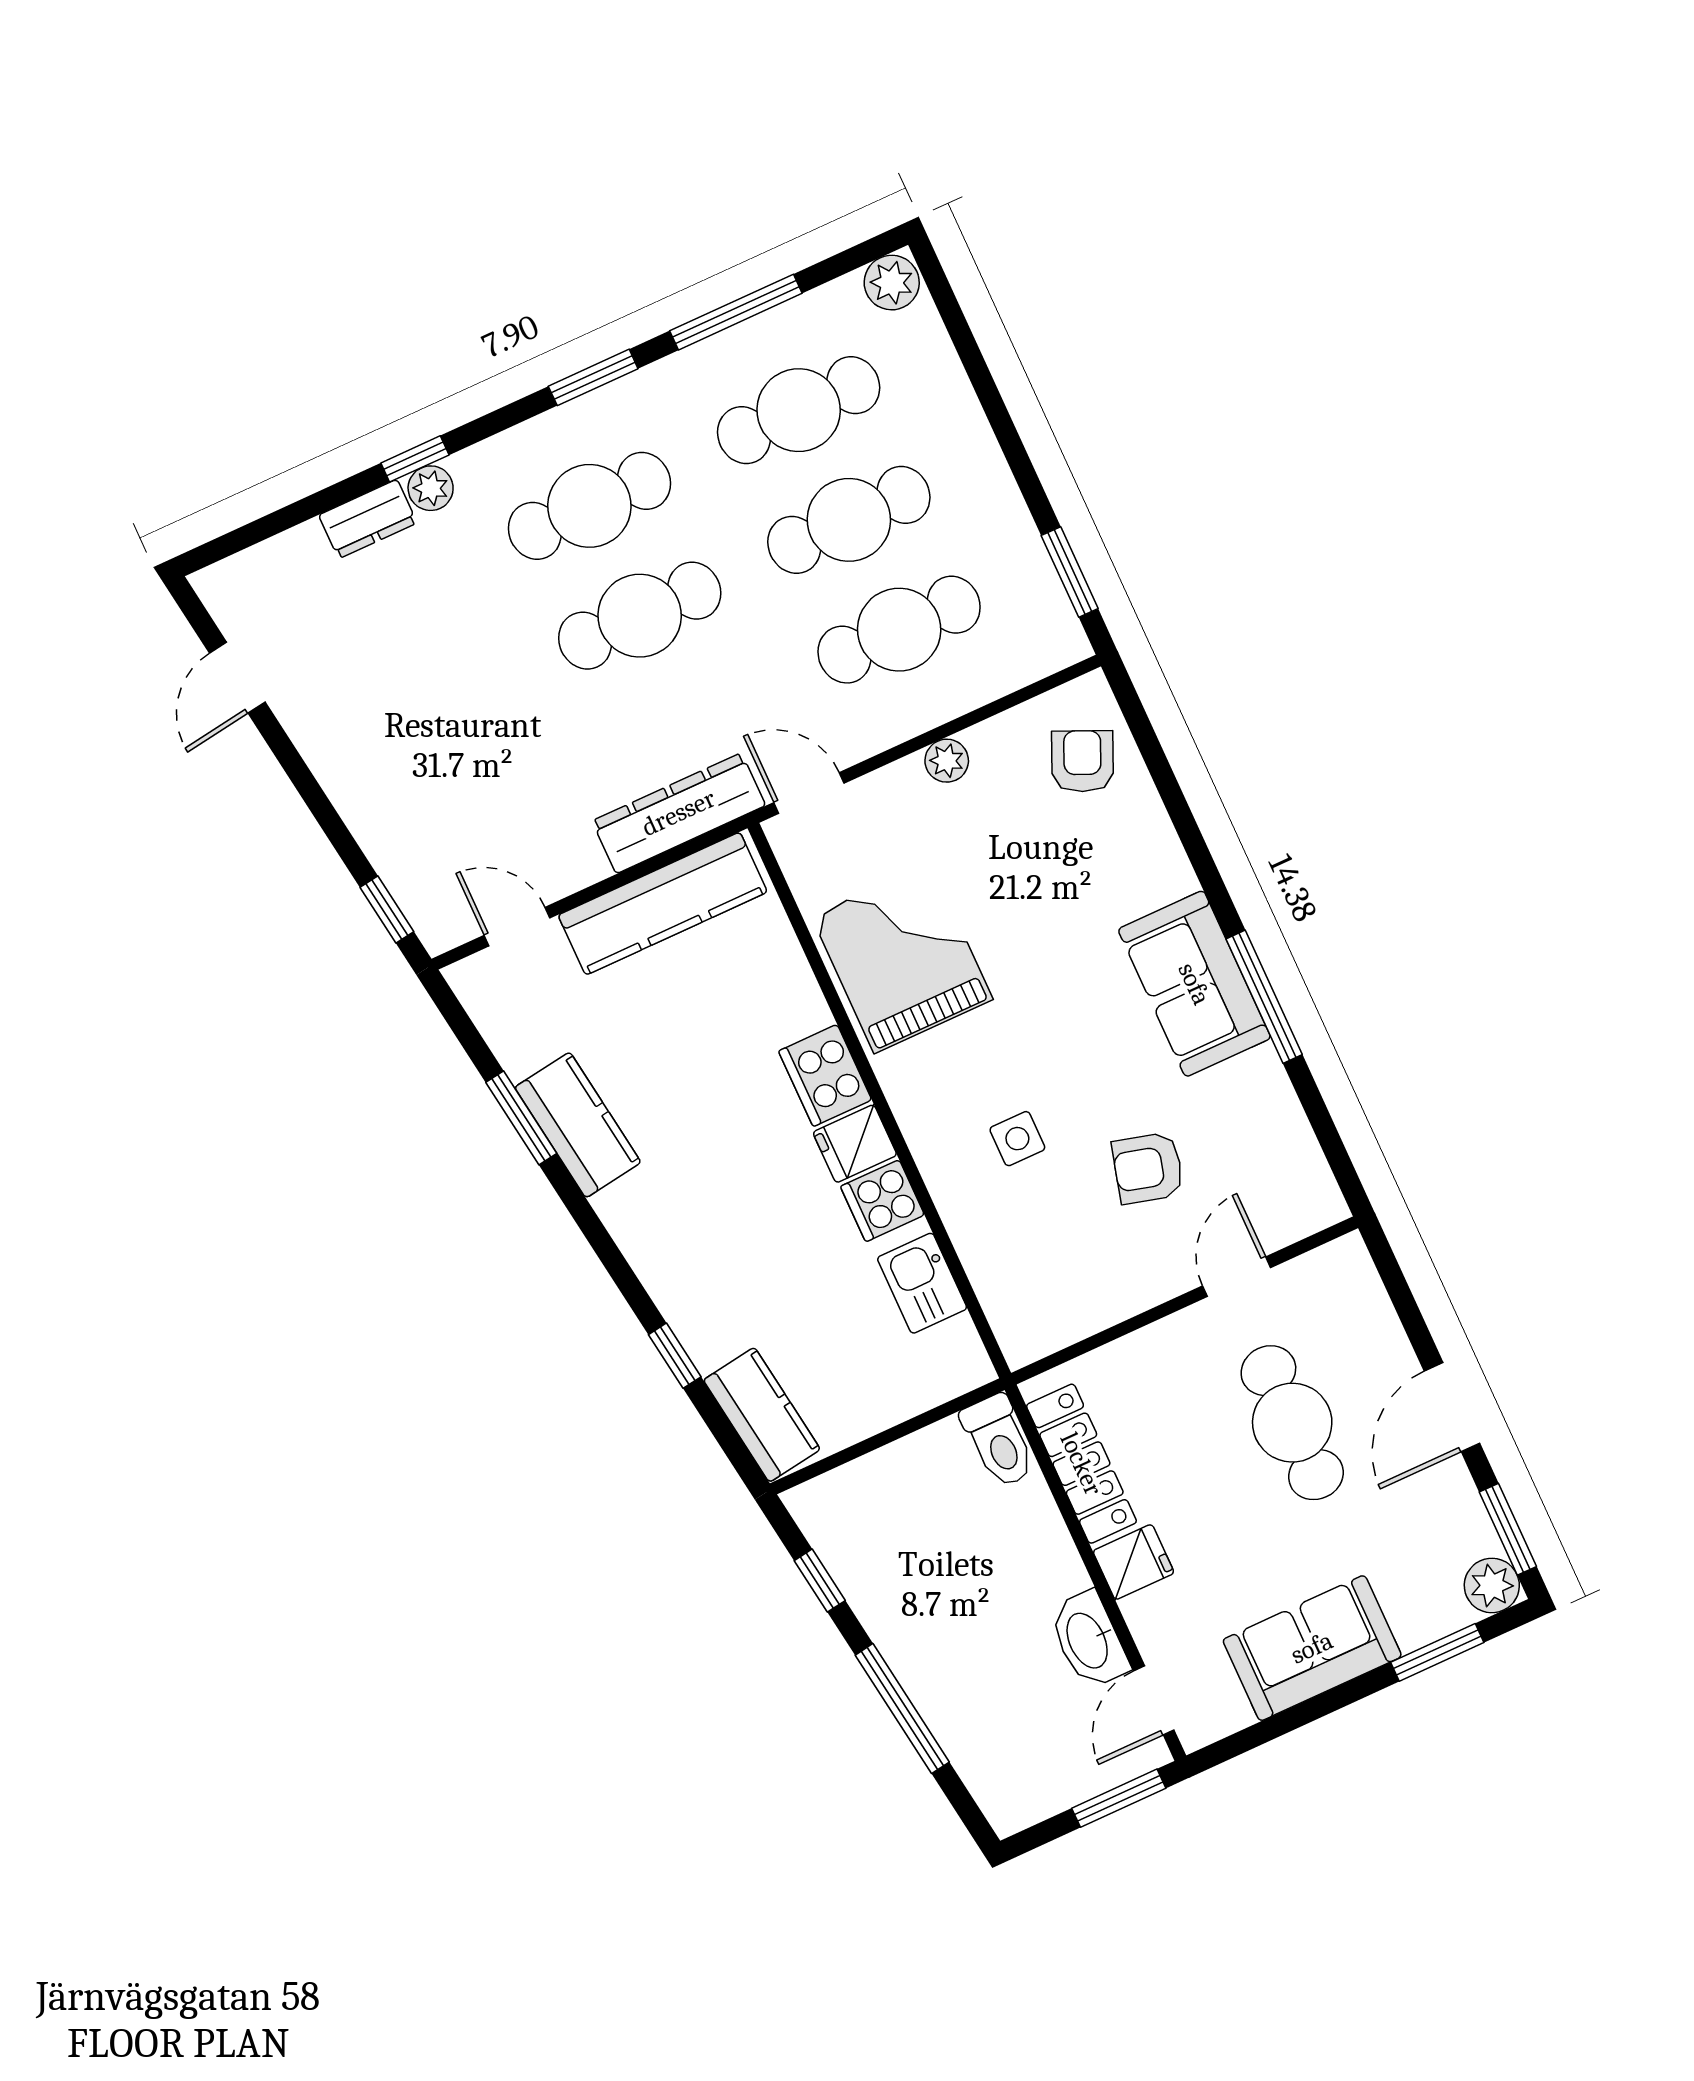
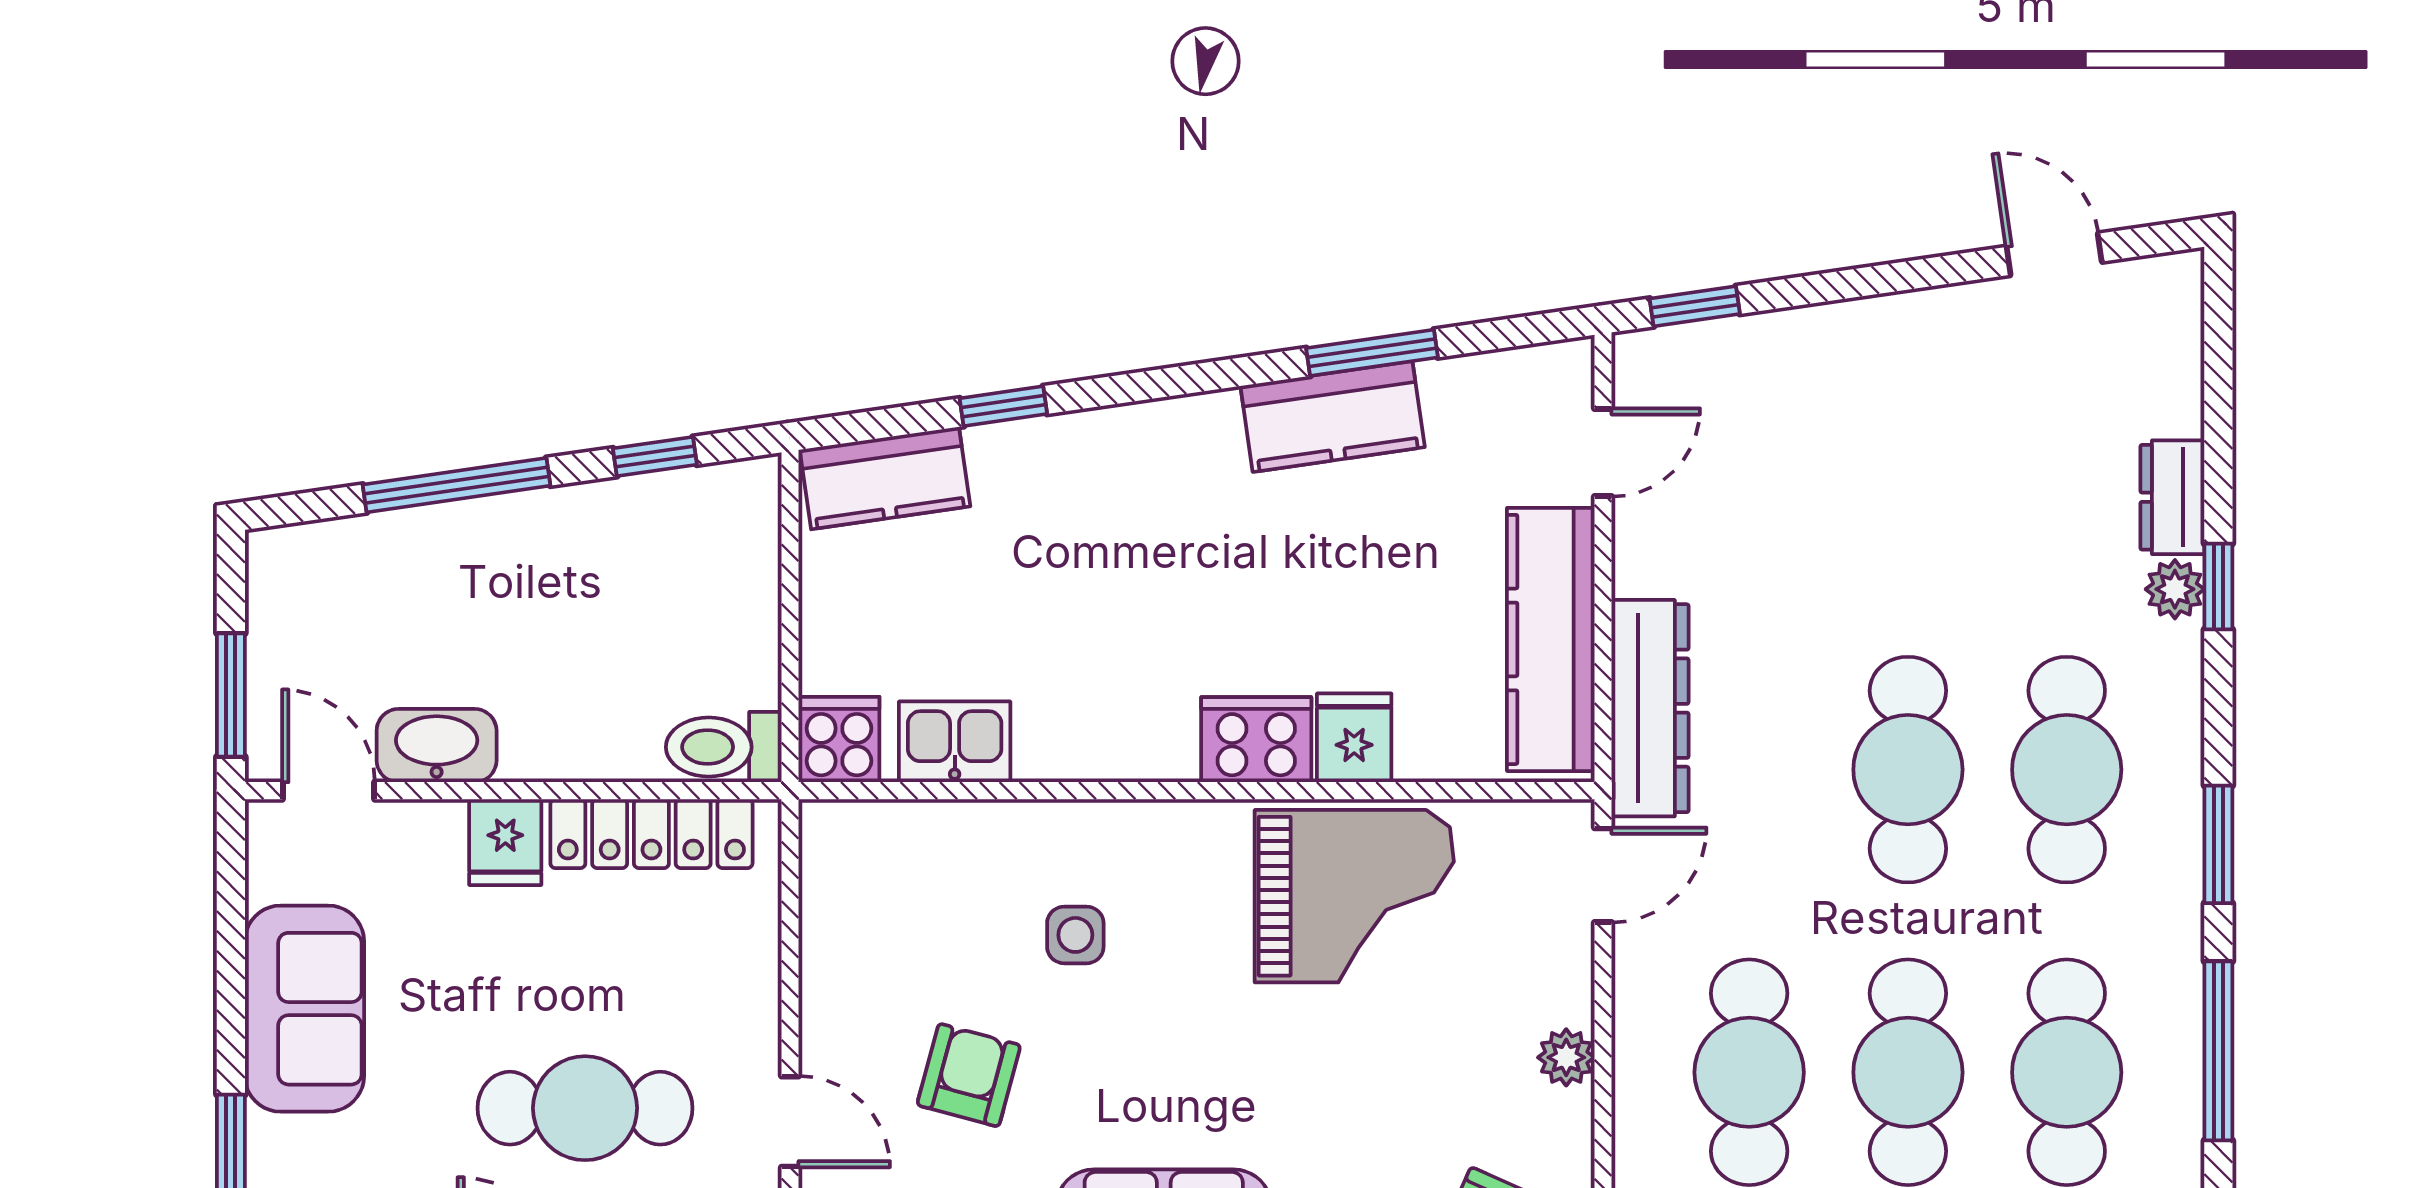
fridge: (855, 1144) -> (1354, 738), moved
cooker: (882, 1201) -> (839, 740), moved

